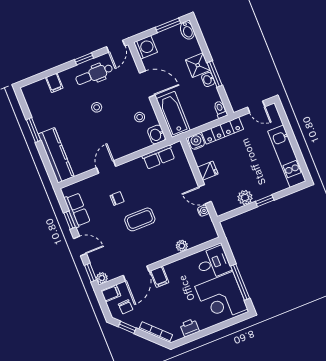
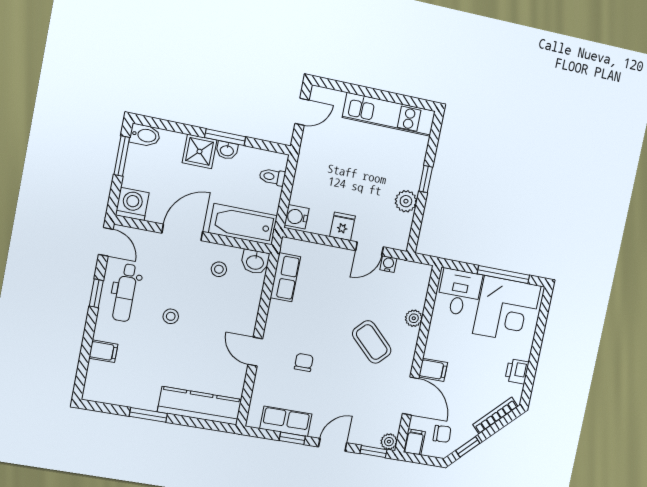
toilet: (220, 109) -> (272, 177), moved
locker: (222, 131) -> (304, 175), removed
coffee table: (140, 219) -> (372, 342), moved, turned -46

